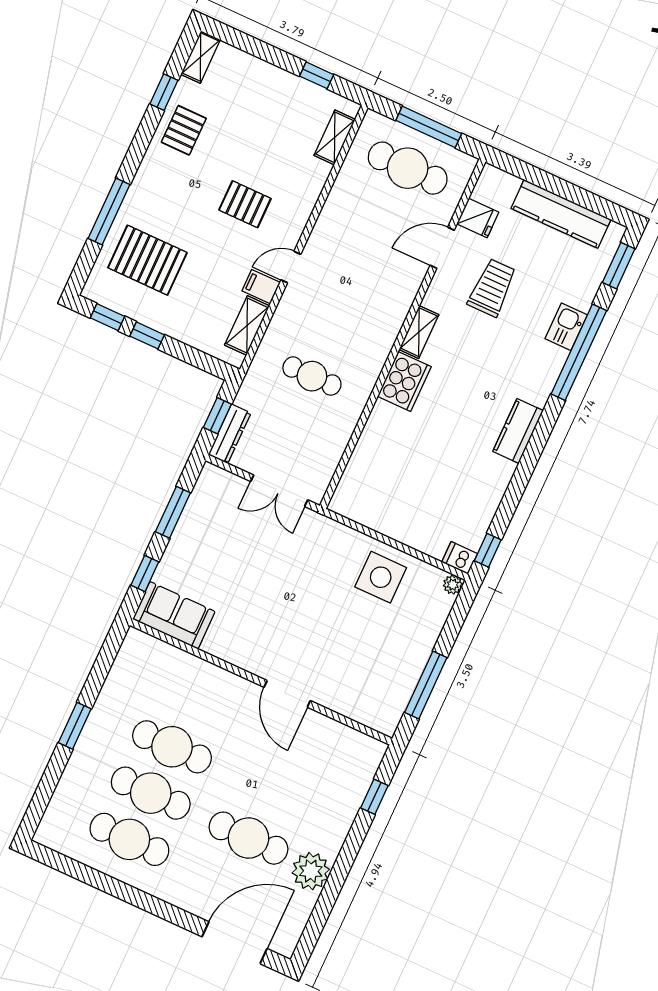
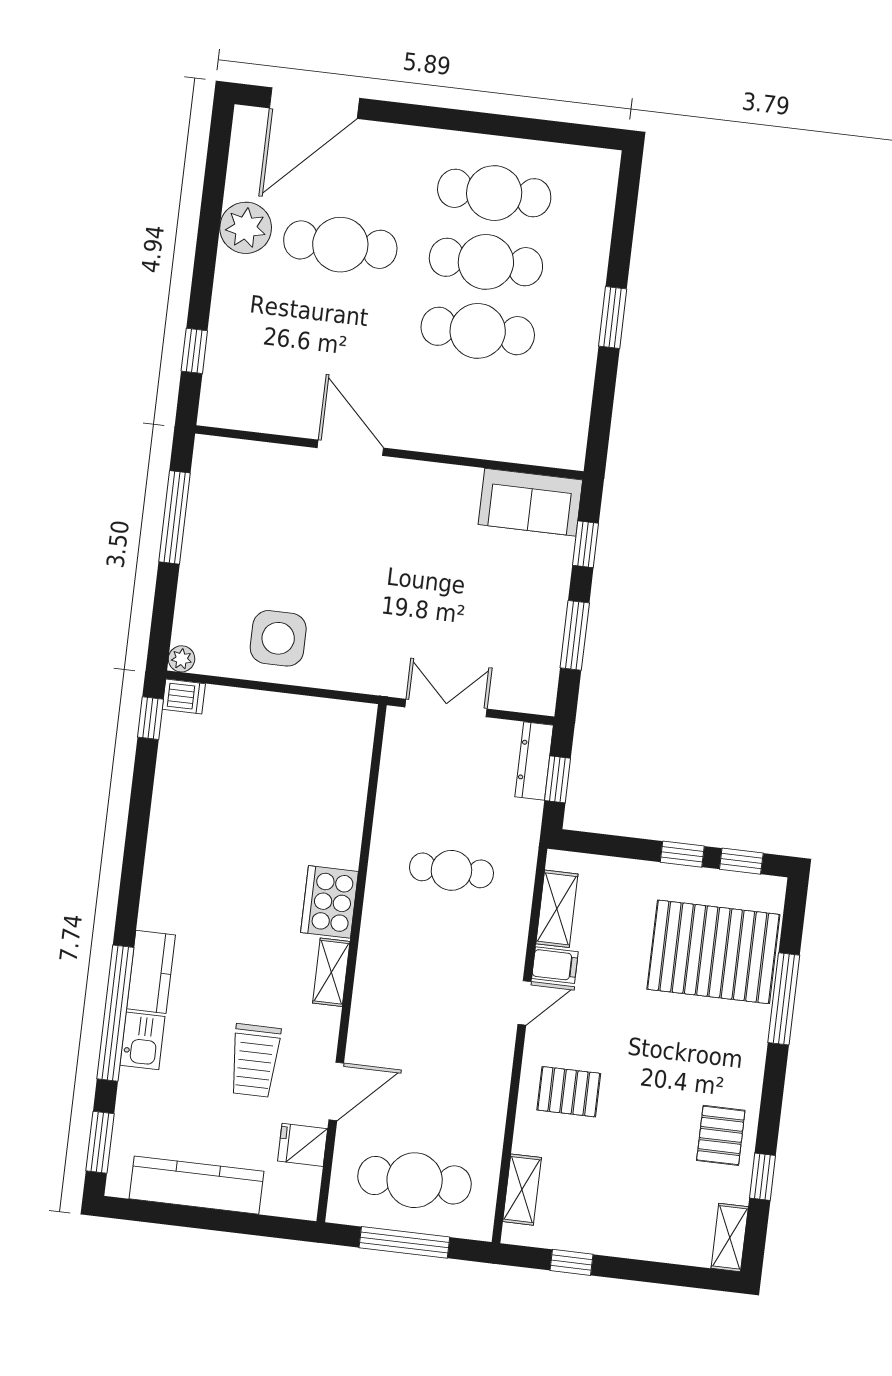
pallet: (245, 204) -> (569, 1092), moved
pallet: (147, 260) -> (713, 952), width x1.37, depth x1.41
kitchen counter: (518, 431) -> (151, 972), moved

